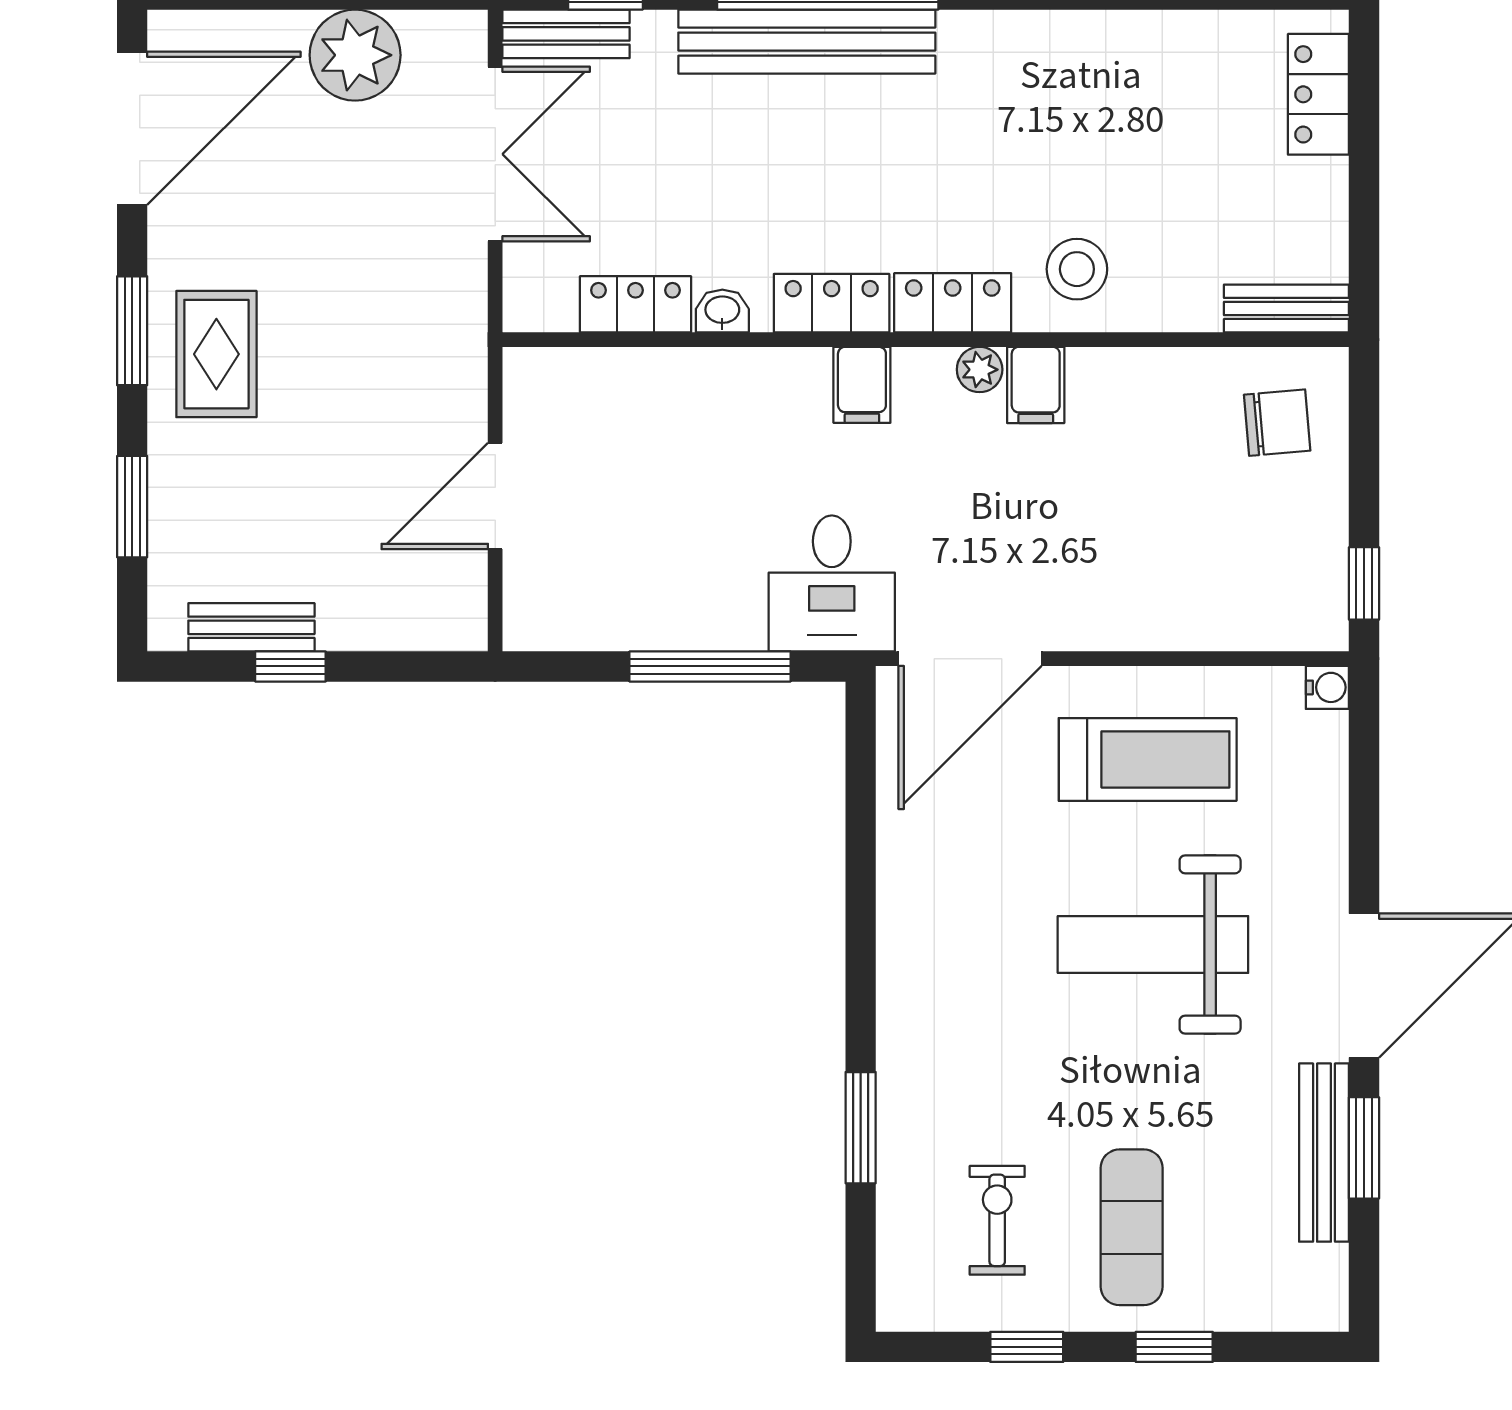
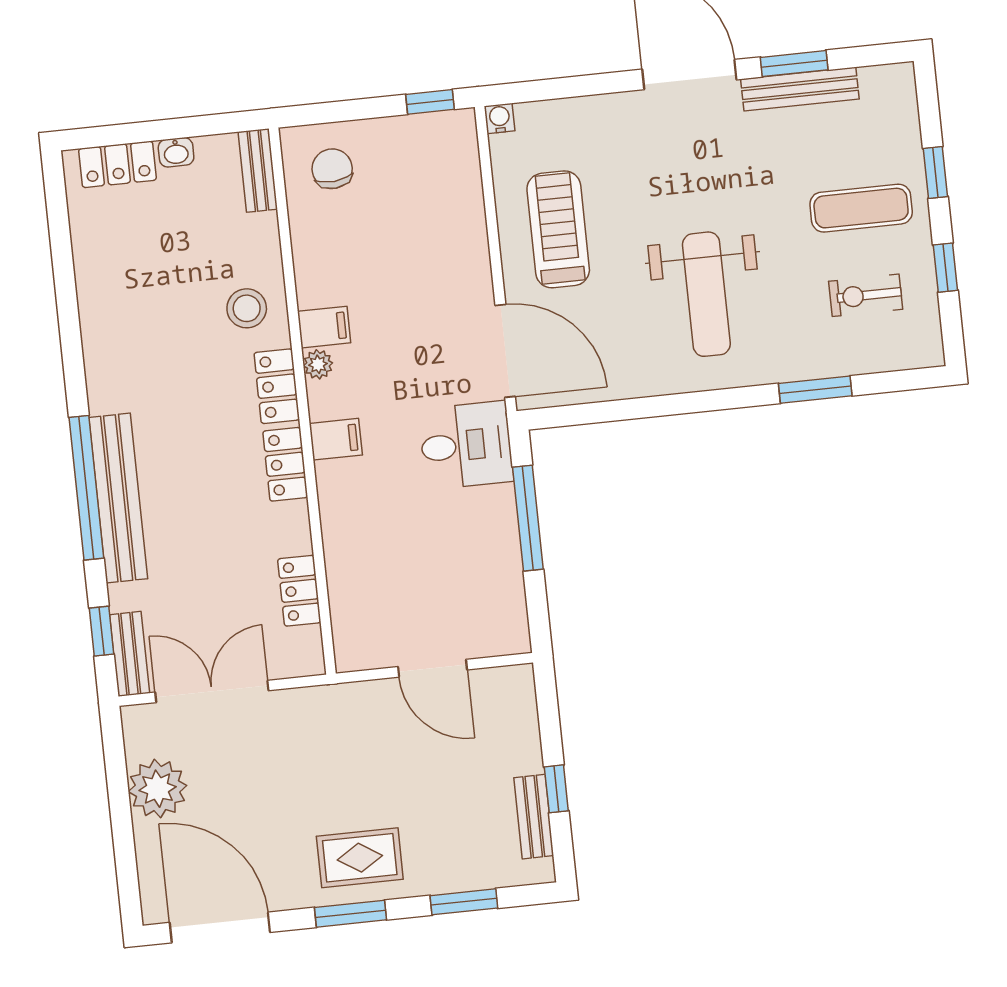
washbasin: (722, 311) -> (176, 152), moved, turned -90
weight bench: (1153, 944) -> (706, 294), moved

